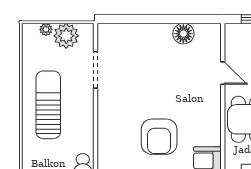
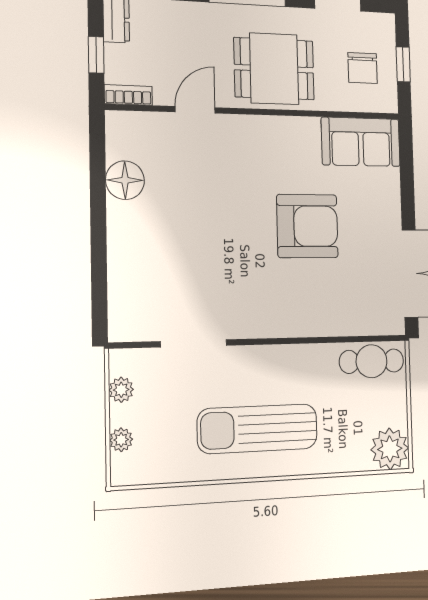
plant: (66, 36) -> (121, 390), width x0.53, depth x0.53
bookcase: (230, 36) -> (128, 95), added

